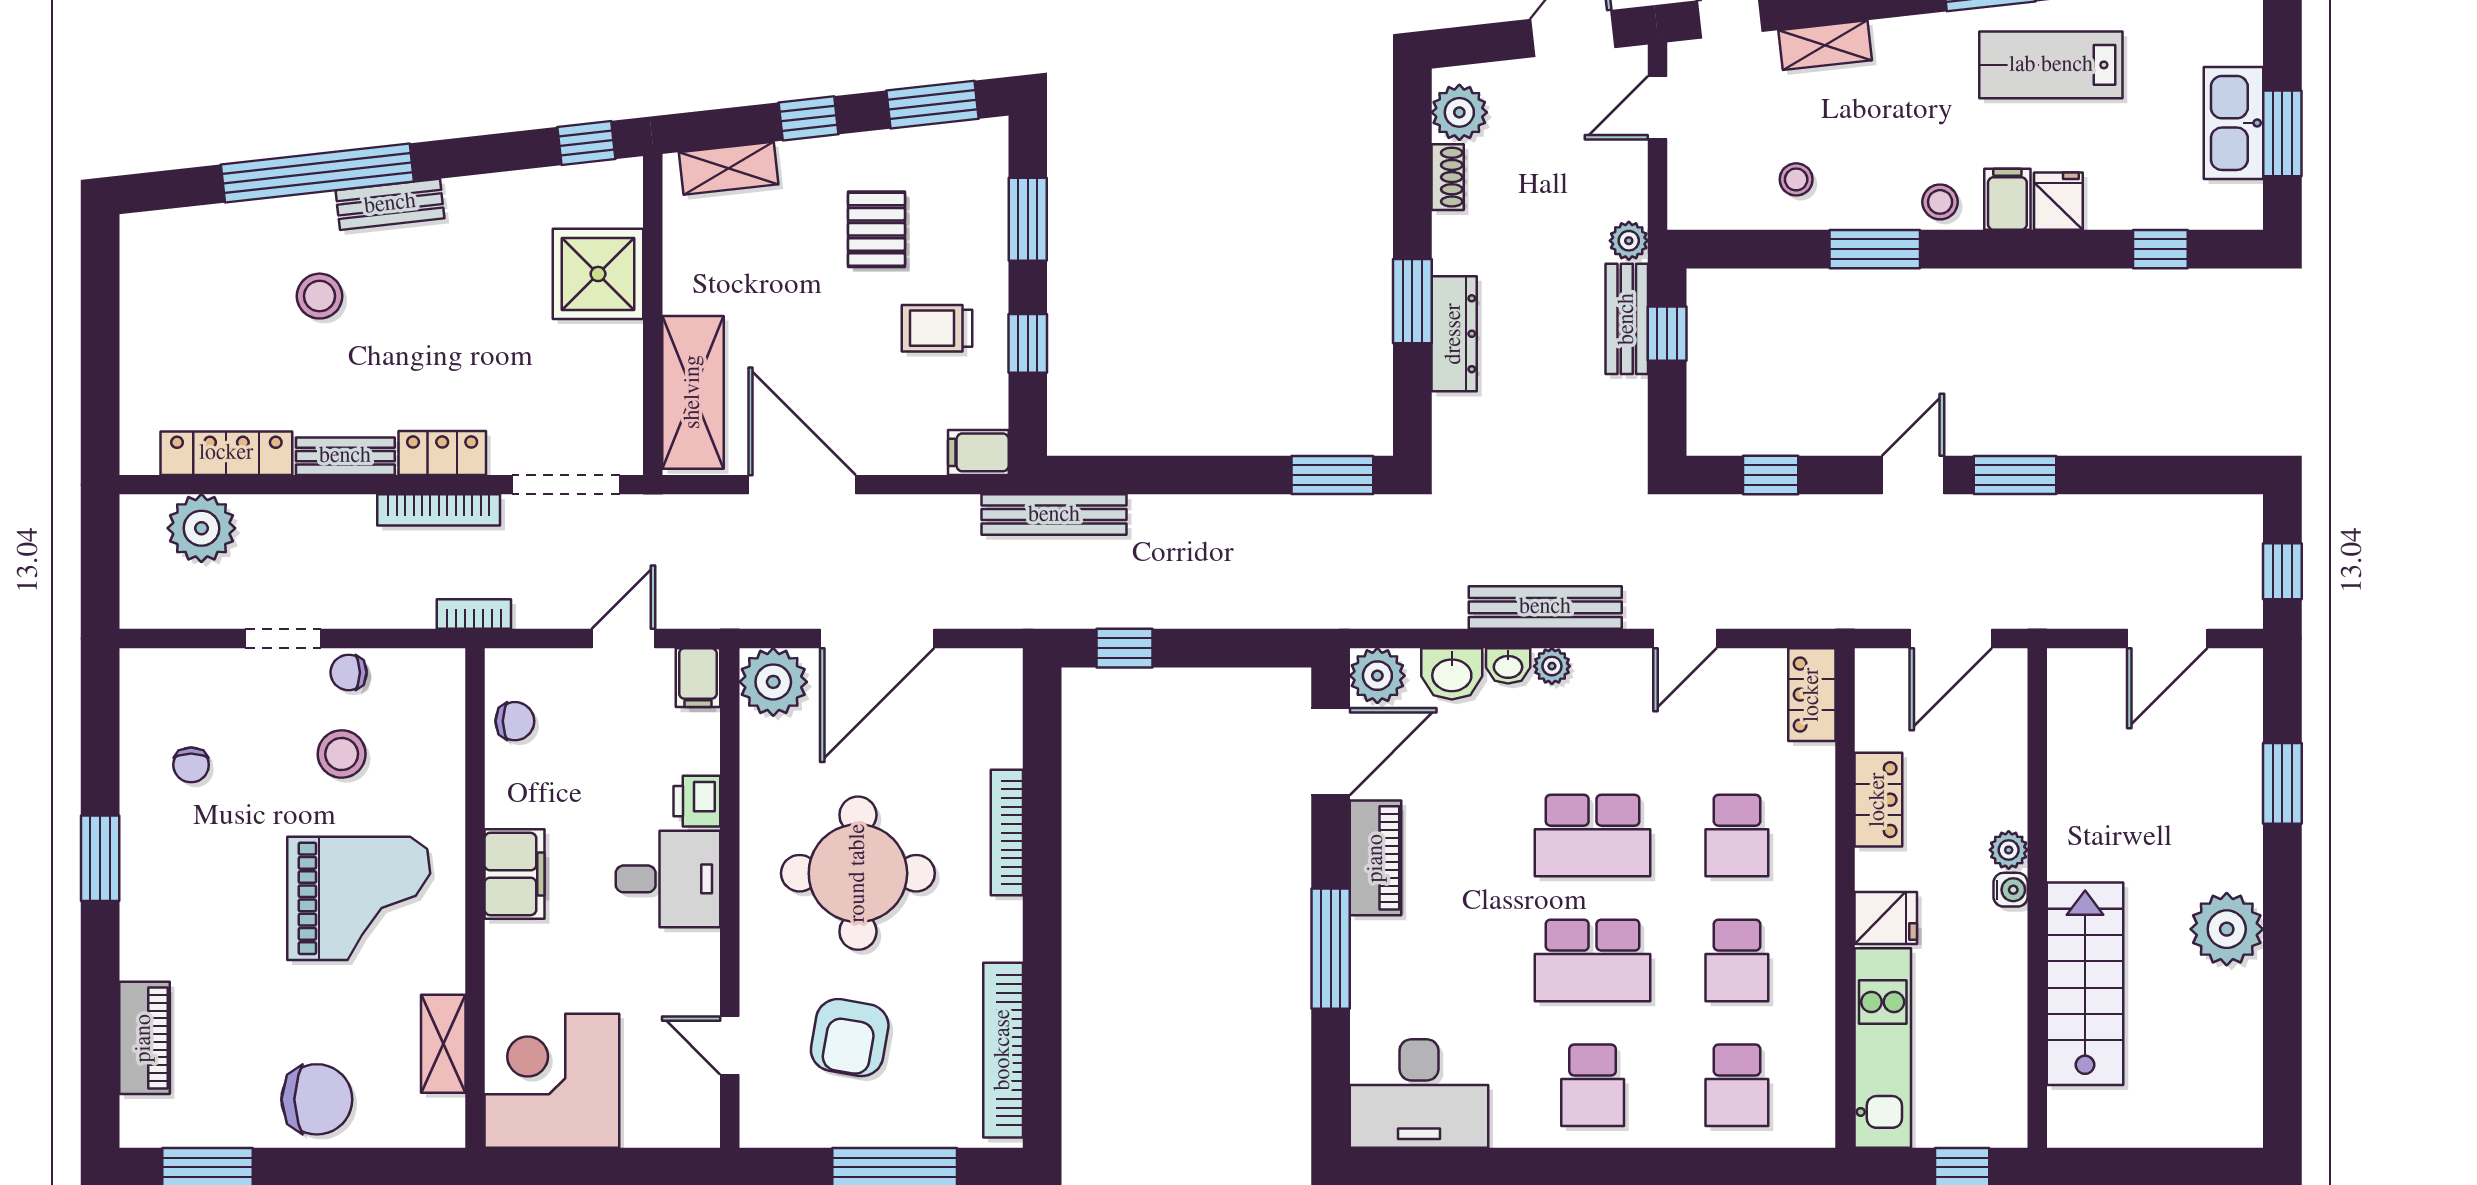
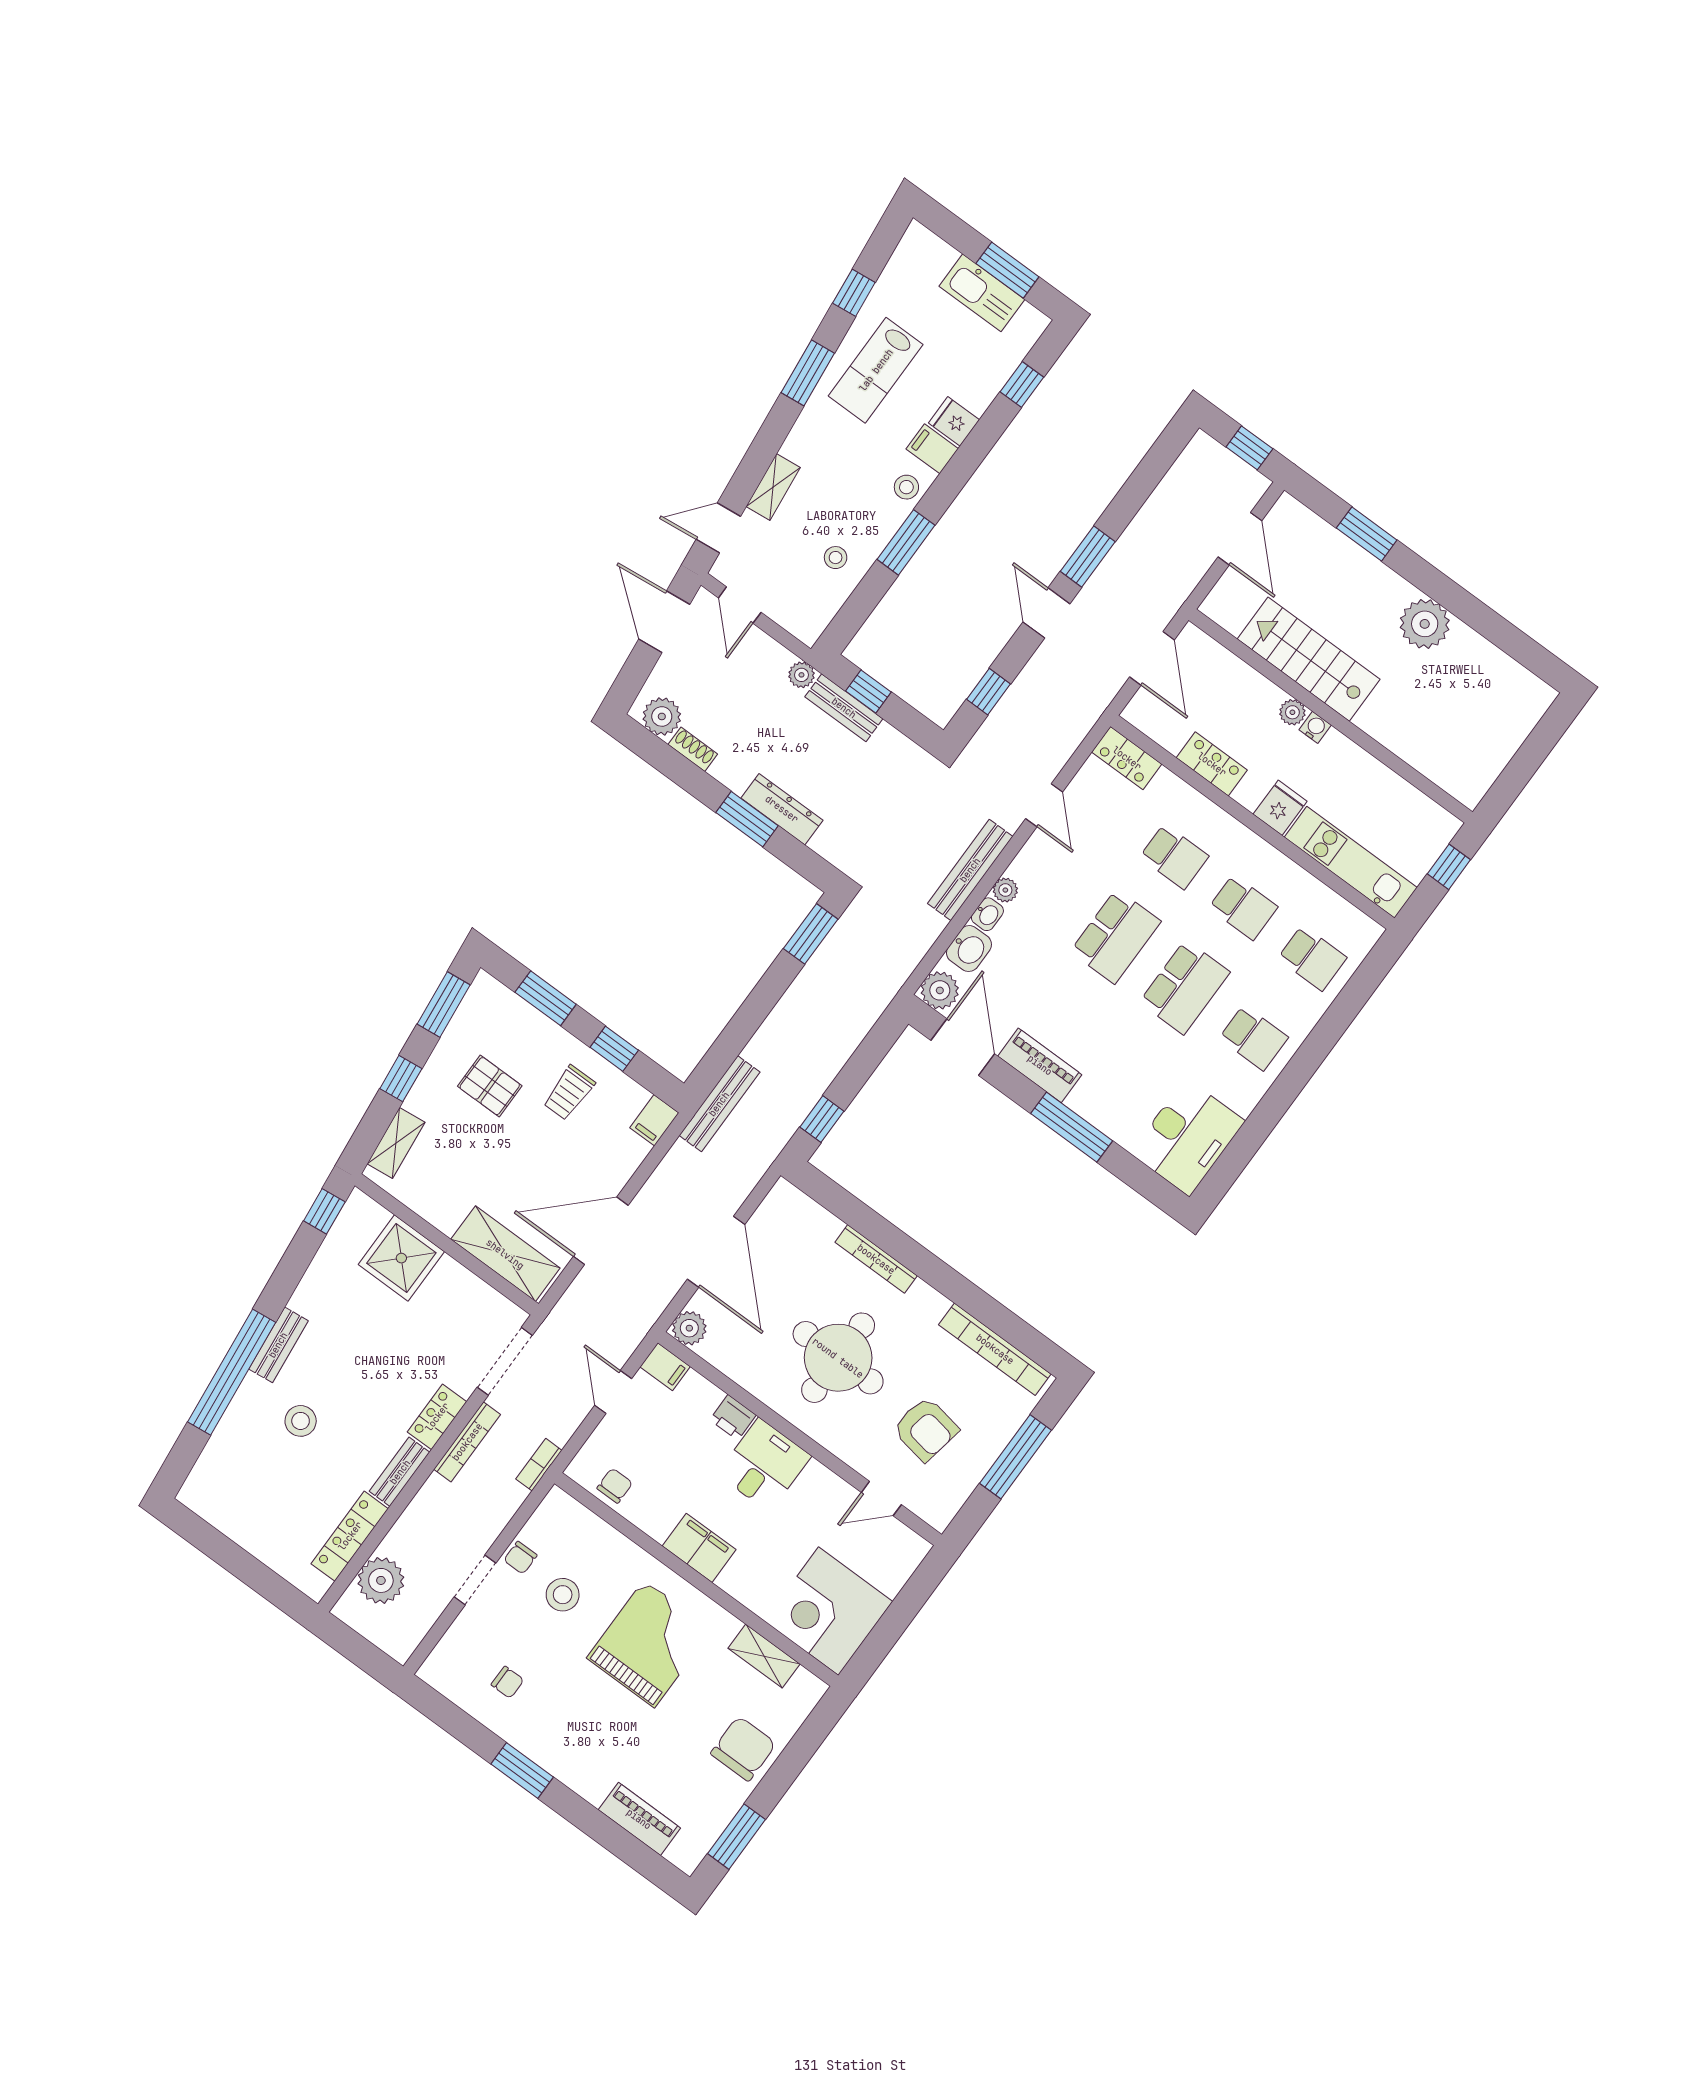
plant: (773, 682) -> (689, 1328), width x0.73, depth x0.73
stairs: (2085, 984) -> (1309, 659), moved

